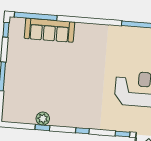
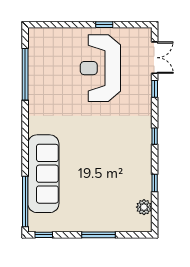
sofa: (49, 30) -> (43, 174), width x1.36, depth x1.27
plant: (43, 119) -> (144, 207), moved

